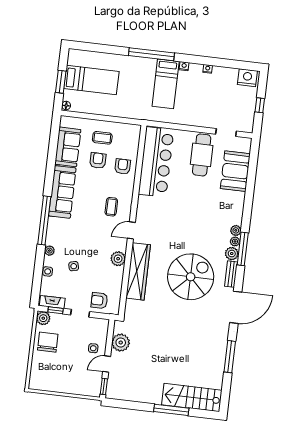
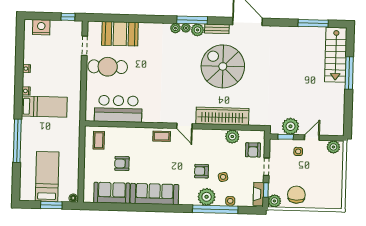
window: (151, 54) -> (17, 141), moved
nightstand: (247, 78) -> (41, 27), moved, turned 90
window: (260, 105) -> (68, 17), moved
coffee table: (102, 138) -> (99, 140), moved
bar counter: (156, 162) -> (118, 109), width x0.73
armchair: (123, 166) -> (202, 171), moved
coffee table: (111, 207) -> (162, 136), moved
window: (44, 220) -> (215, 209), moved
plant: (49, 251) -> (207, 197), width x1.88, depth x1.88
plant: (118, 259) -> (232, 137), moved
chair: (48, 342) -> (296, 195), turned 90
window: (230, 357) -> (313, 23), moved
door: (107, 364) -> (312, 138), swing flipped
plant: (95, 386) -> (333, 147), added
window: (104, 386) -> (286, 137), moved

